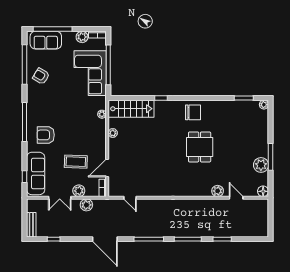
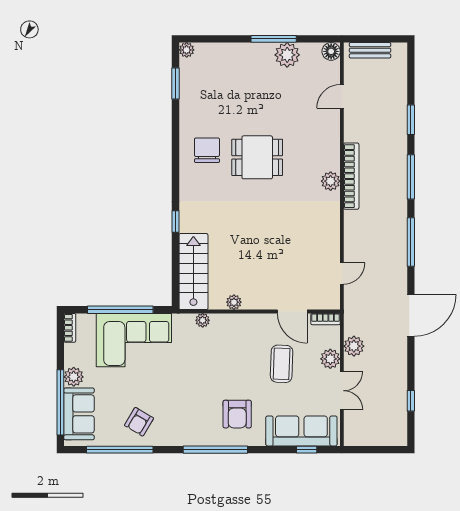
plant: (82, 37) -> (74, 377), moved
chair: (193, 112) -> (207, 150), moved
plant: (218, 191) -> (331, 181), moved
bookcase: (188, 203) -> (351, 176), added
bench: (31, 225) -> (370, 50), moved

